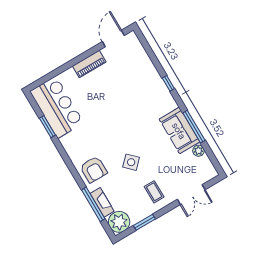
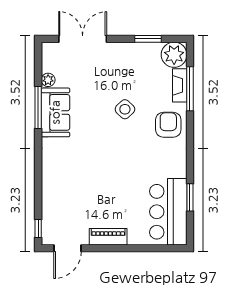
window: (168, 83) -> (38, 229), moved
coffee table: (154, 192) -> (119, 64), removed
double door: (191, 195) -> (83, 39), width x1.37

